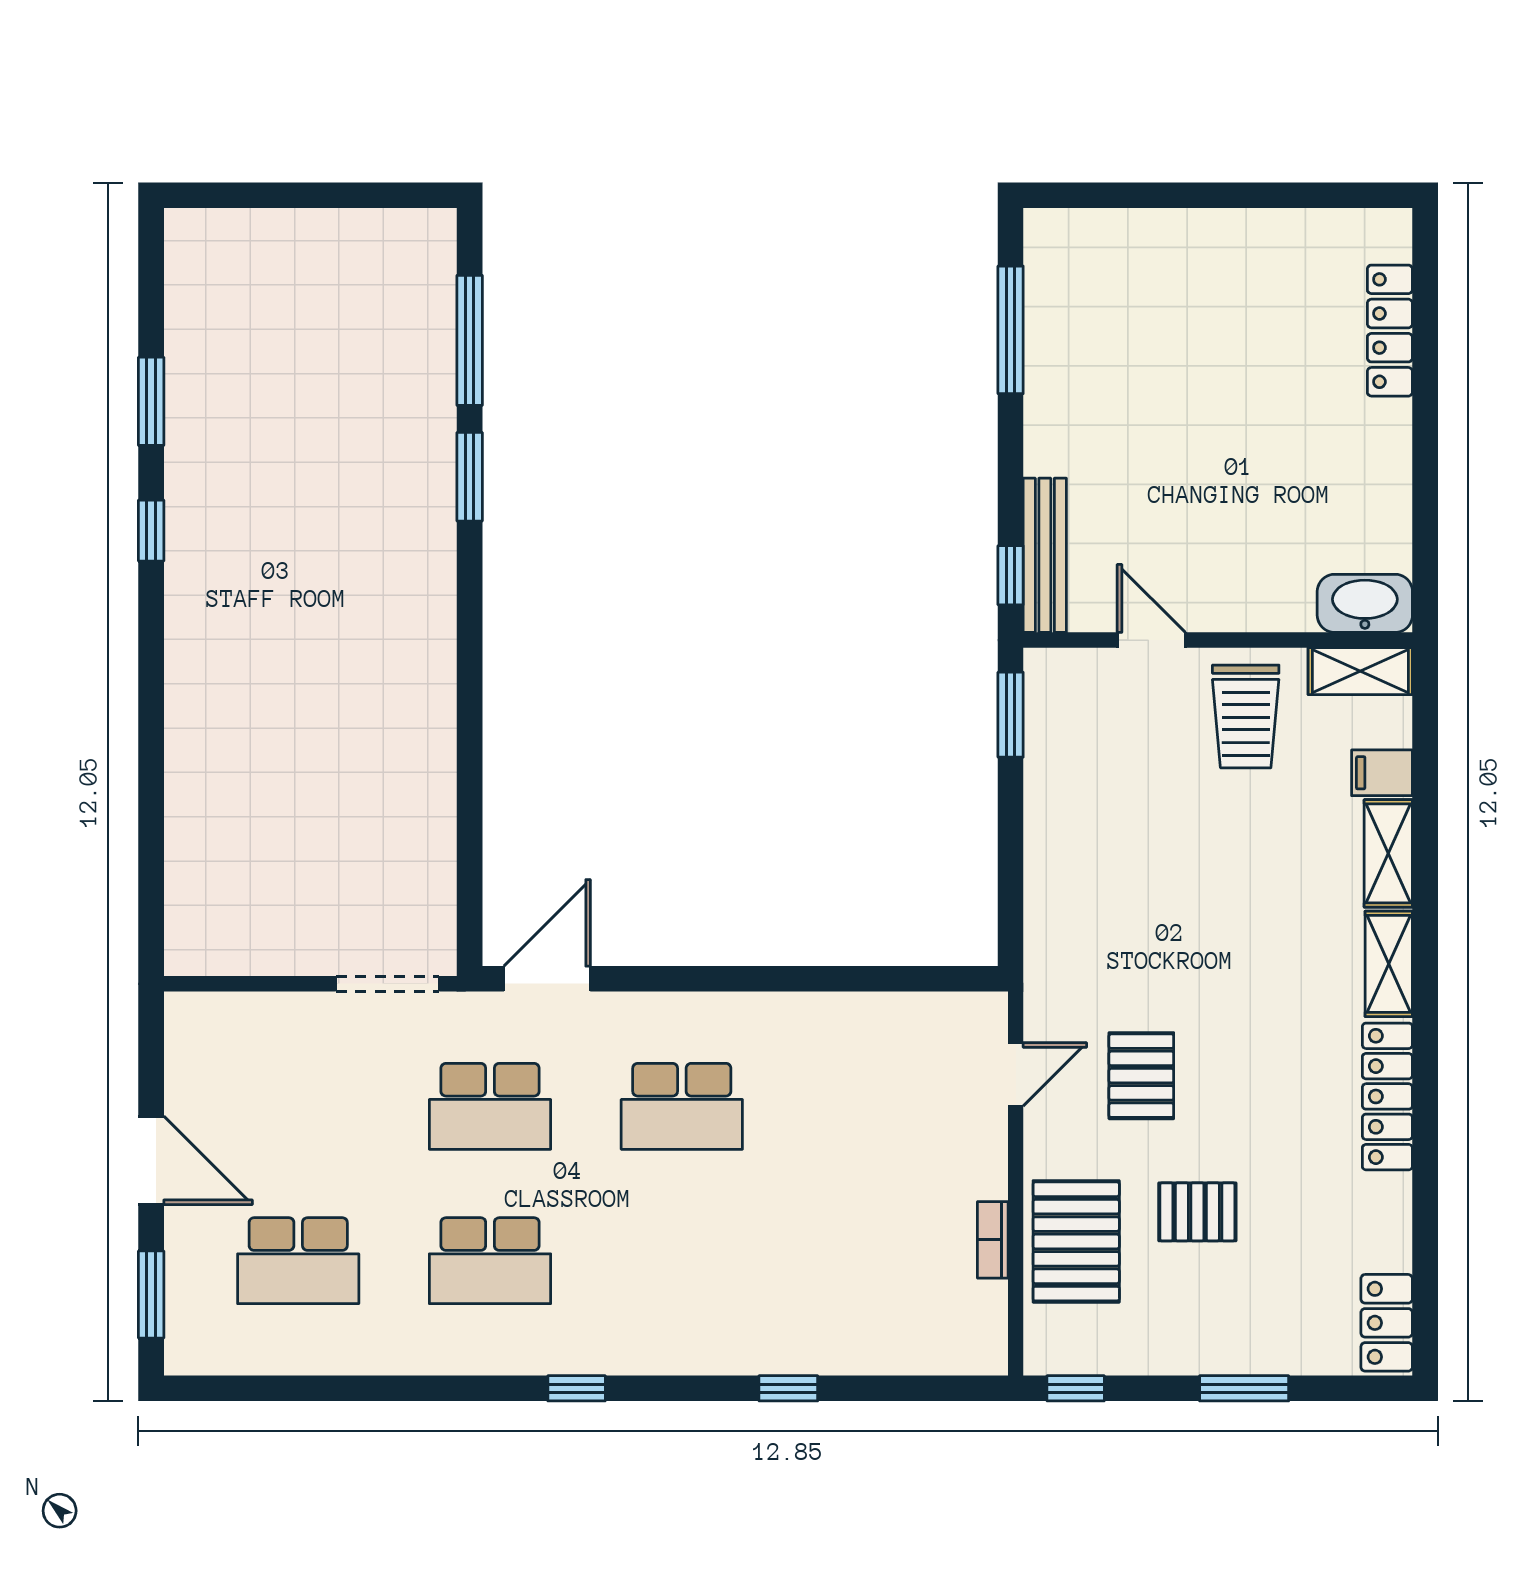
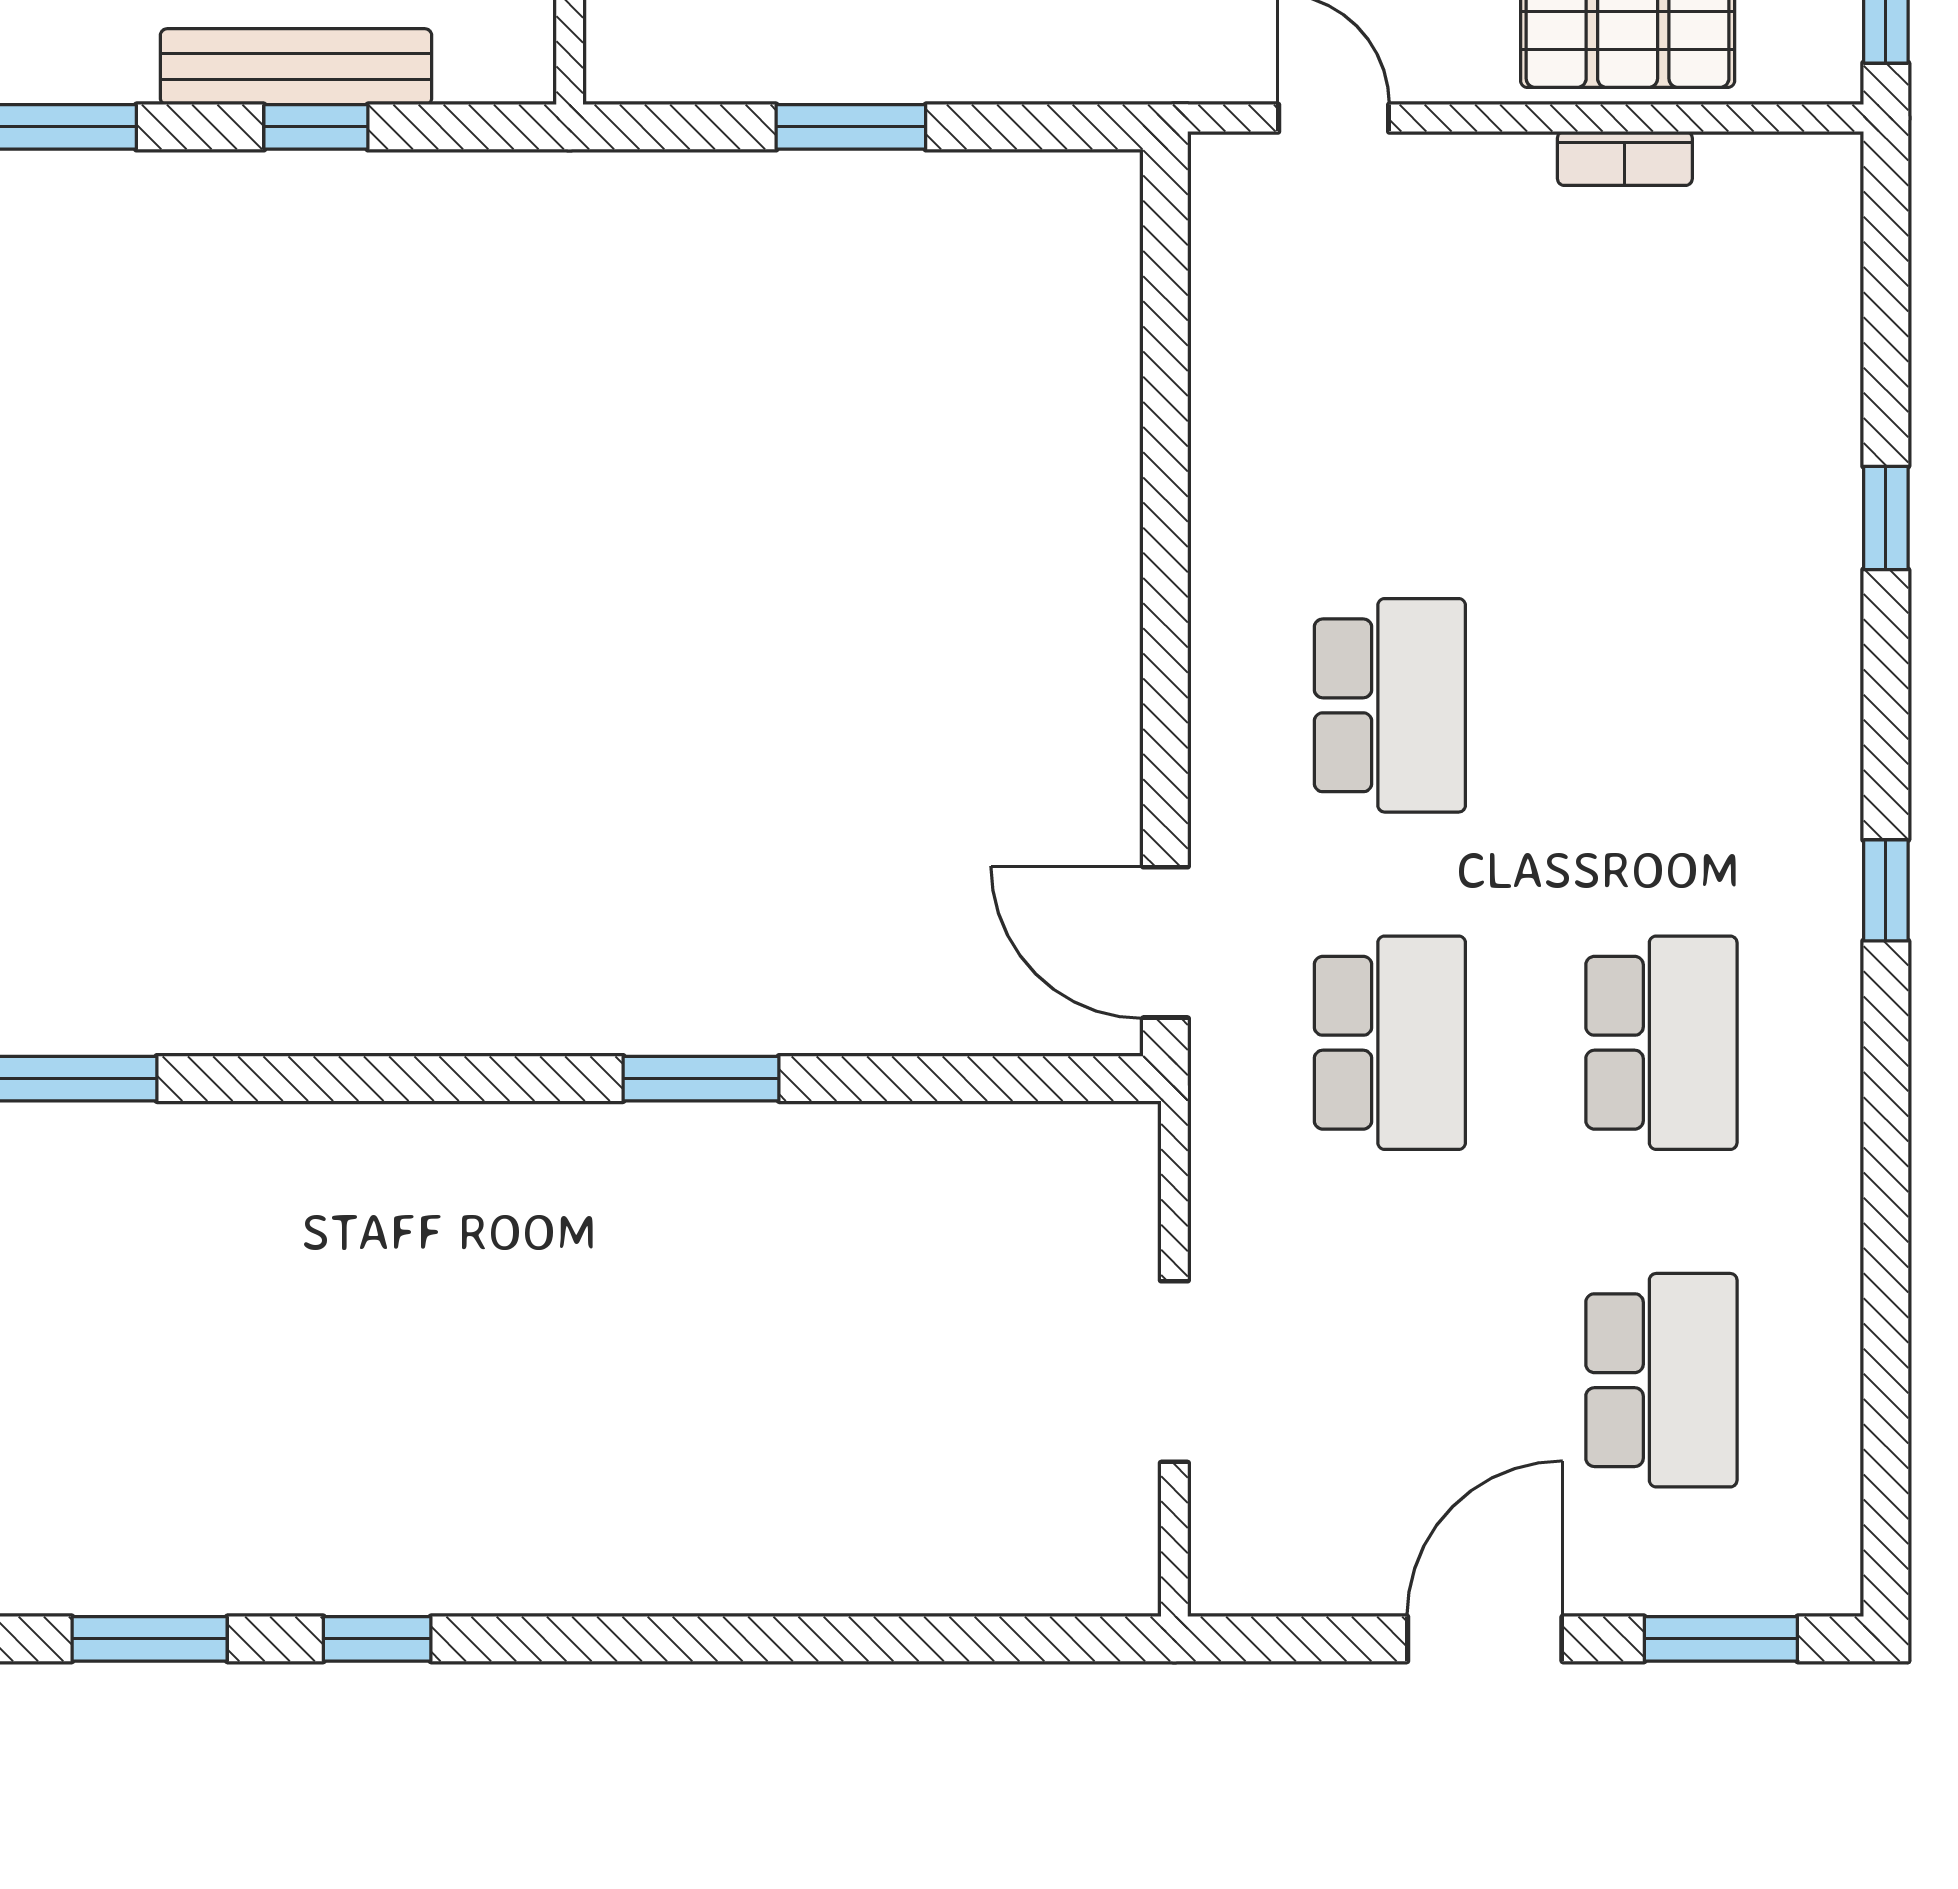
window: (470, 477) -> (701, 1079), moved
bench: (1045, 555) -> (296, 67), moved
window: (1011, 575) -> (316, 127), moved
window: (1011, 715) -> (851, 127), moved
doorway: (387, 984) -> (1174, 1372), moved

